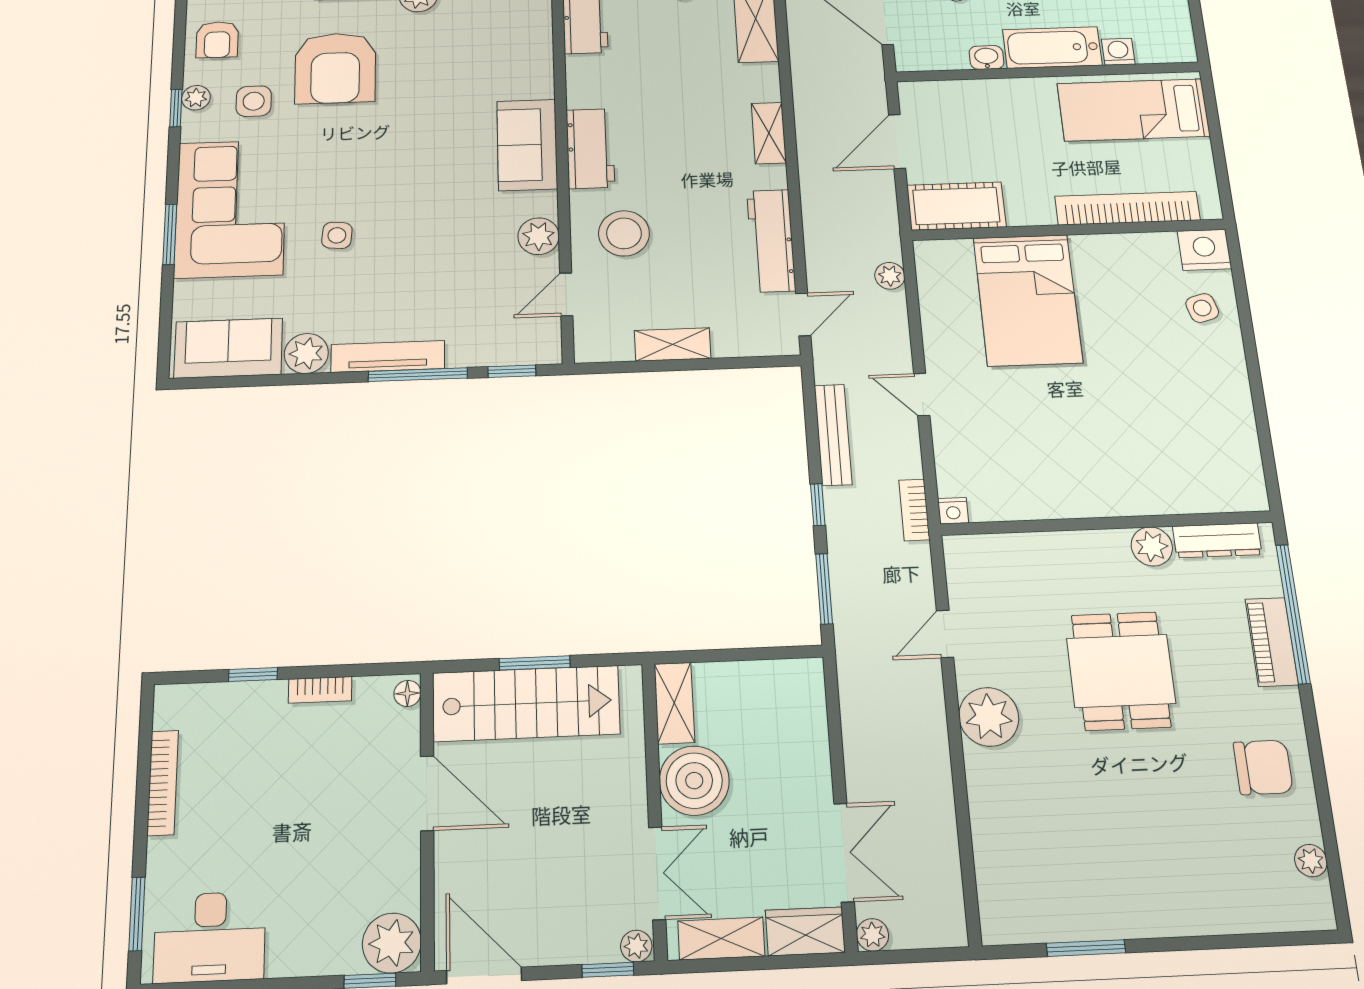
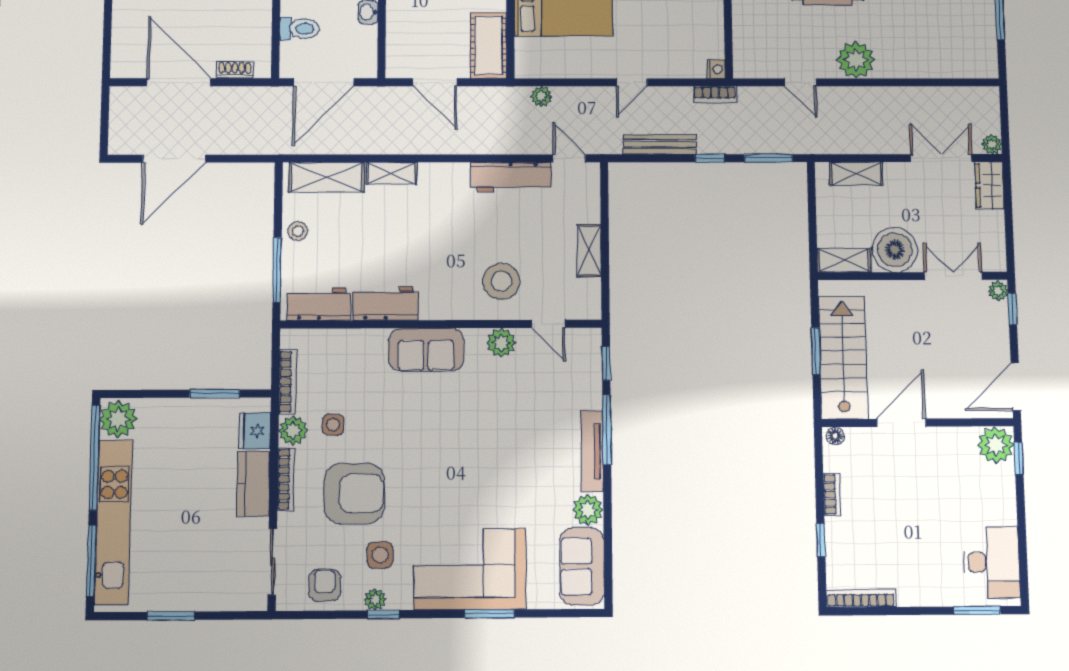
armchair: (217, 40) -> (325, 585), turned -90
shelving: (769, 133) -> (391, 173), moved
workbench: (590, 148) -> (385, 304), moved
side table: (337, 235) -> (333, 425), moved
bookcase: (163, 783) -> (861, 598), moved
shelving: (721, 938) -> (856, 174), moved, turned 90

